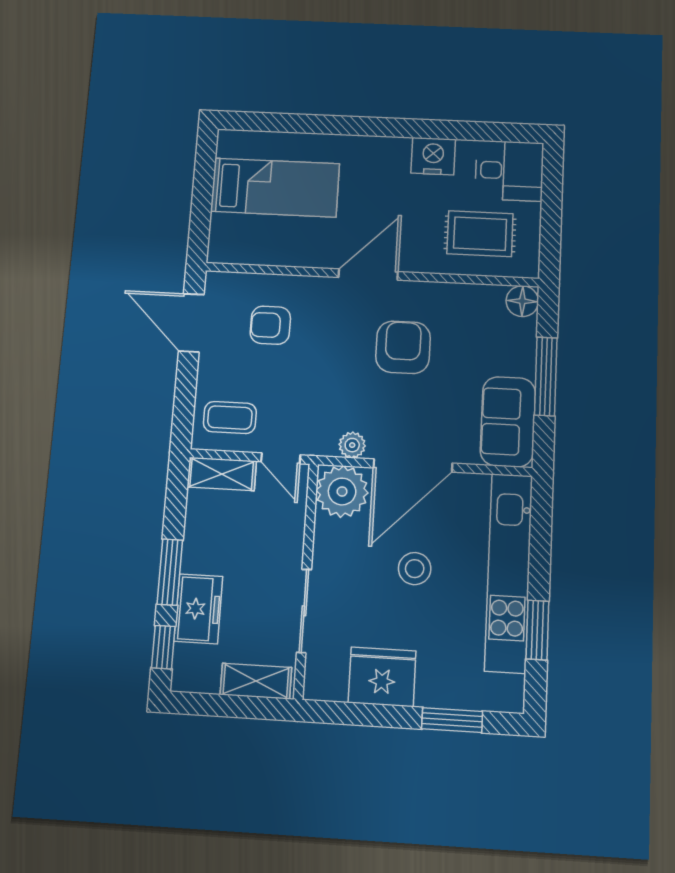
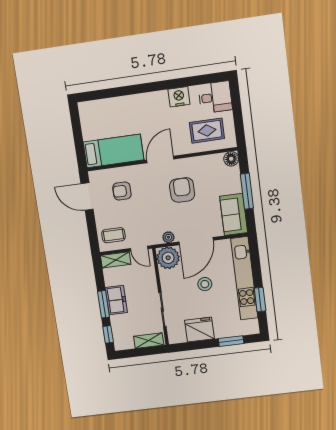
bed: (275, 187) -> (113, 151), moved
freezer: (198, 609) -> (116, 300), moved

